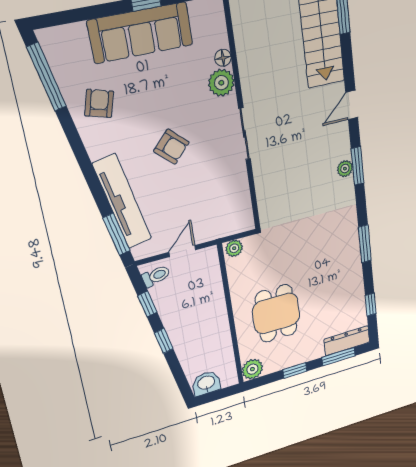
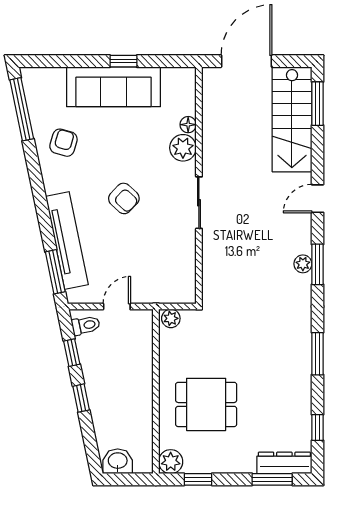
dining table: (276, 313) -> (206, 404), turned 90
window: (295, 370) -> (198, 479), moved

